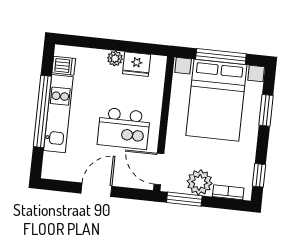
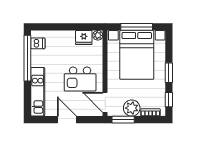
plant: (115, 58) -> (98, 35), moved
window: (266, 110) -> (169, 73), moved
window: (42, 111) -> (27, 58), moved
kitchen unit: (58, 114) -> (38, 92), moved
door: (96, 190) -> (67, 120), hinge flipped

